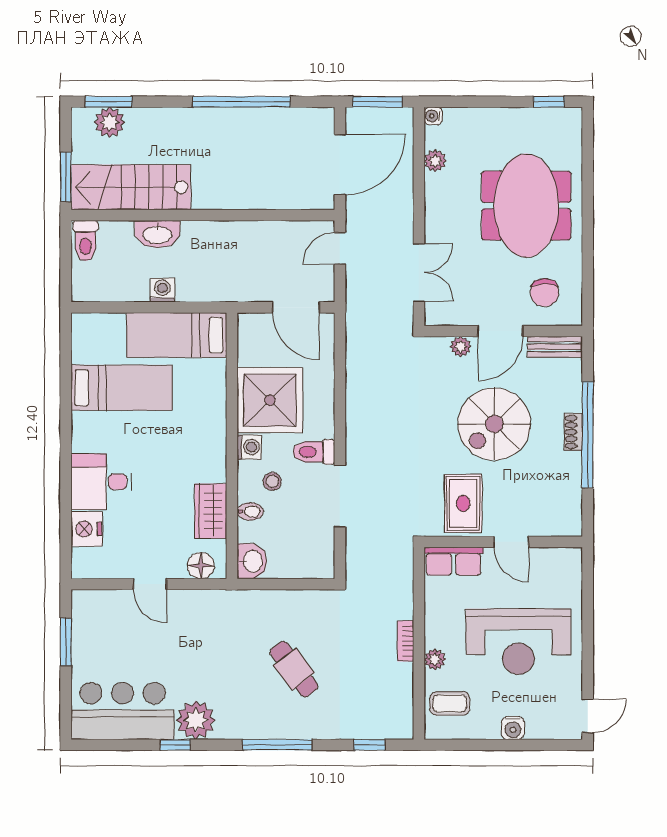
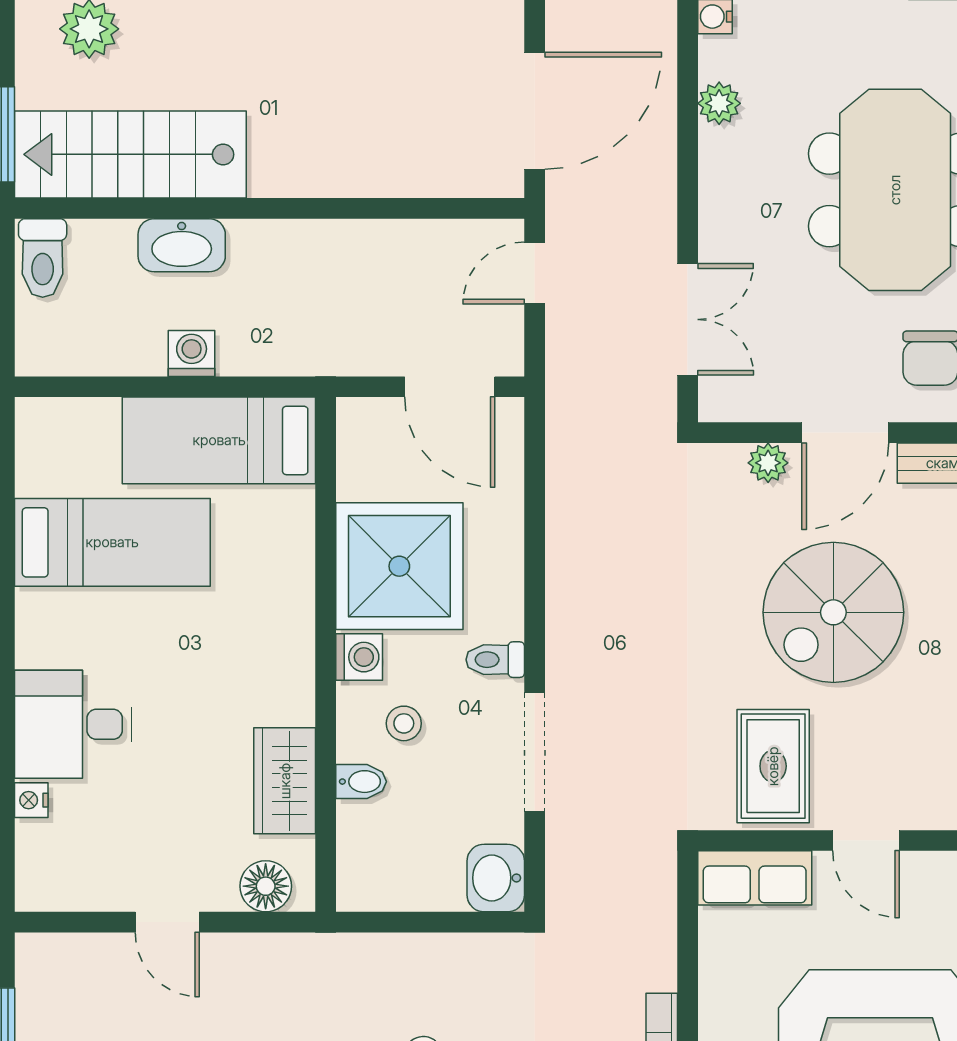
toilet: (314, 452) -> (495, 660), width x0.73, depth x0.72
nightstand: (86, 529) -> (31, 800), width x0.53, depth x0.56
washbasin: (252, 561) -> (496, 878), moved, turned 180

